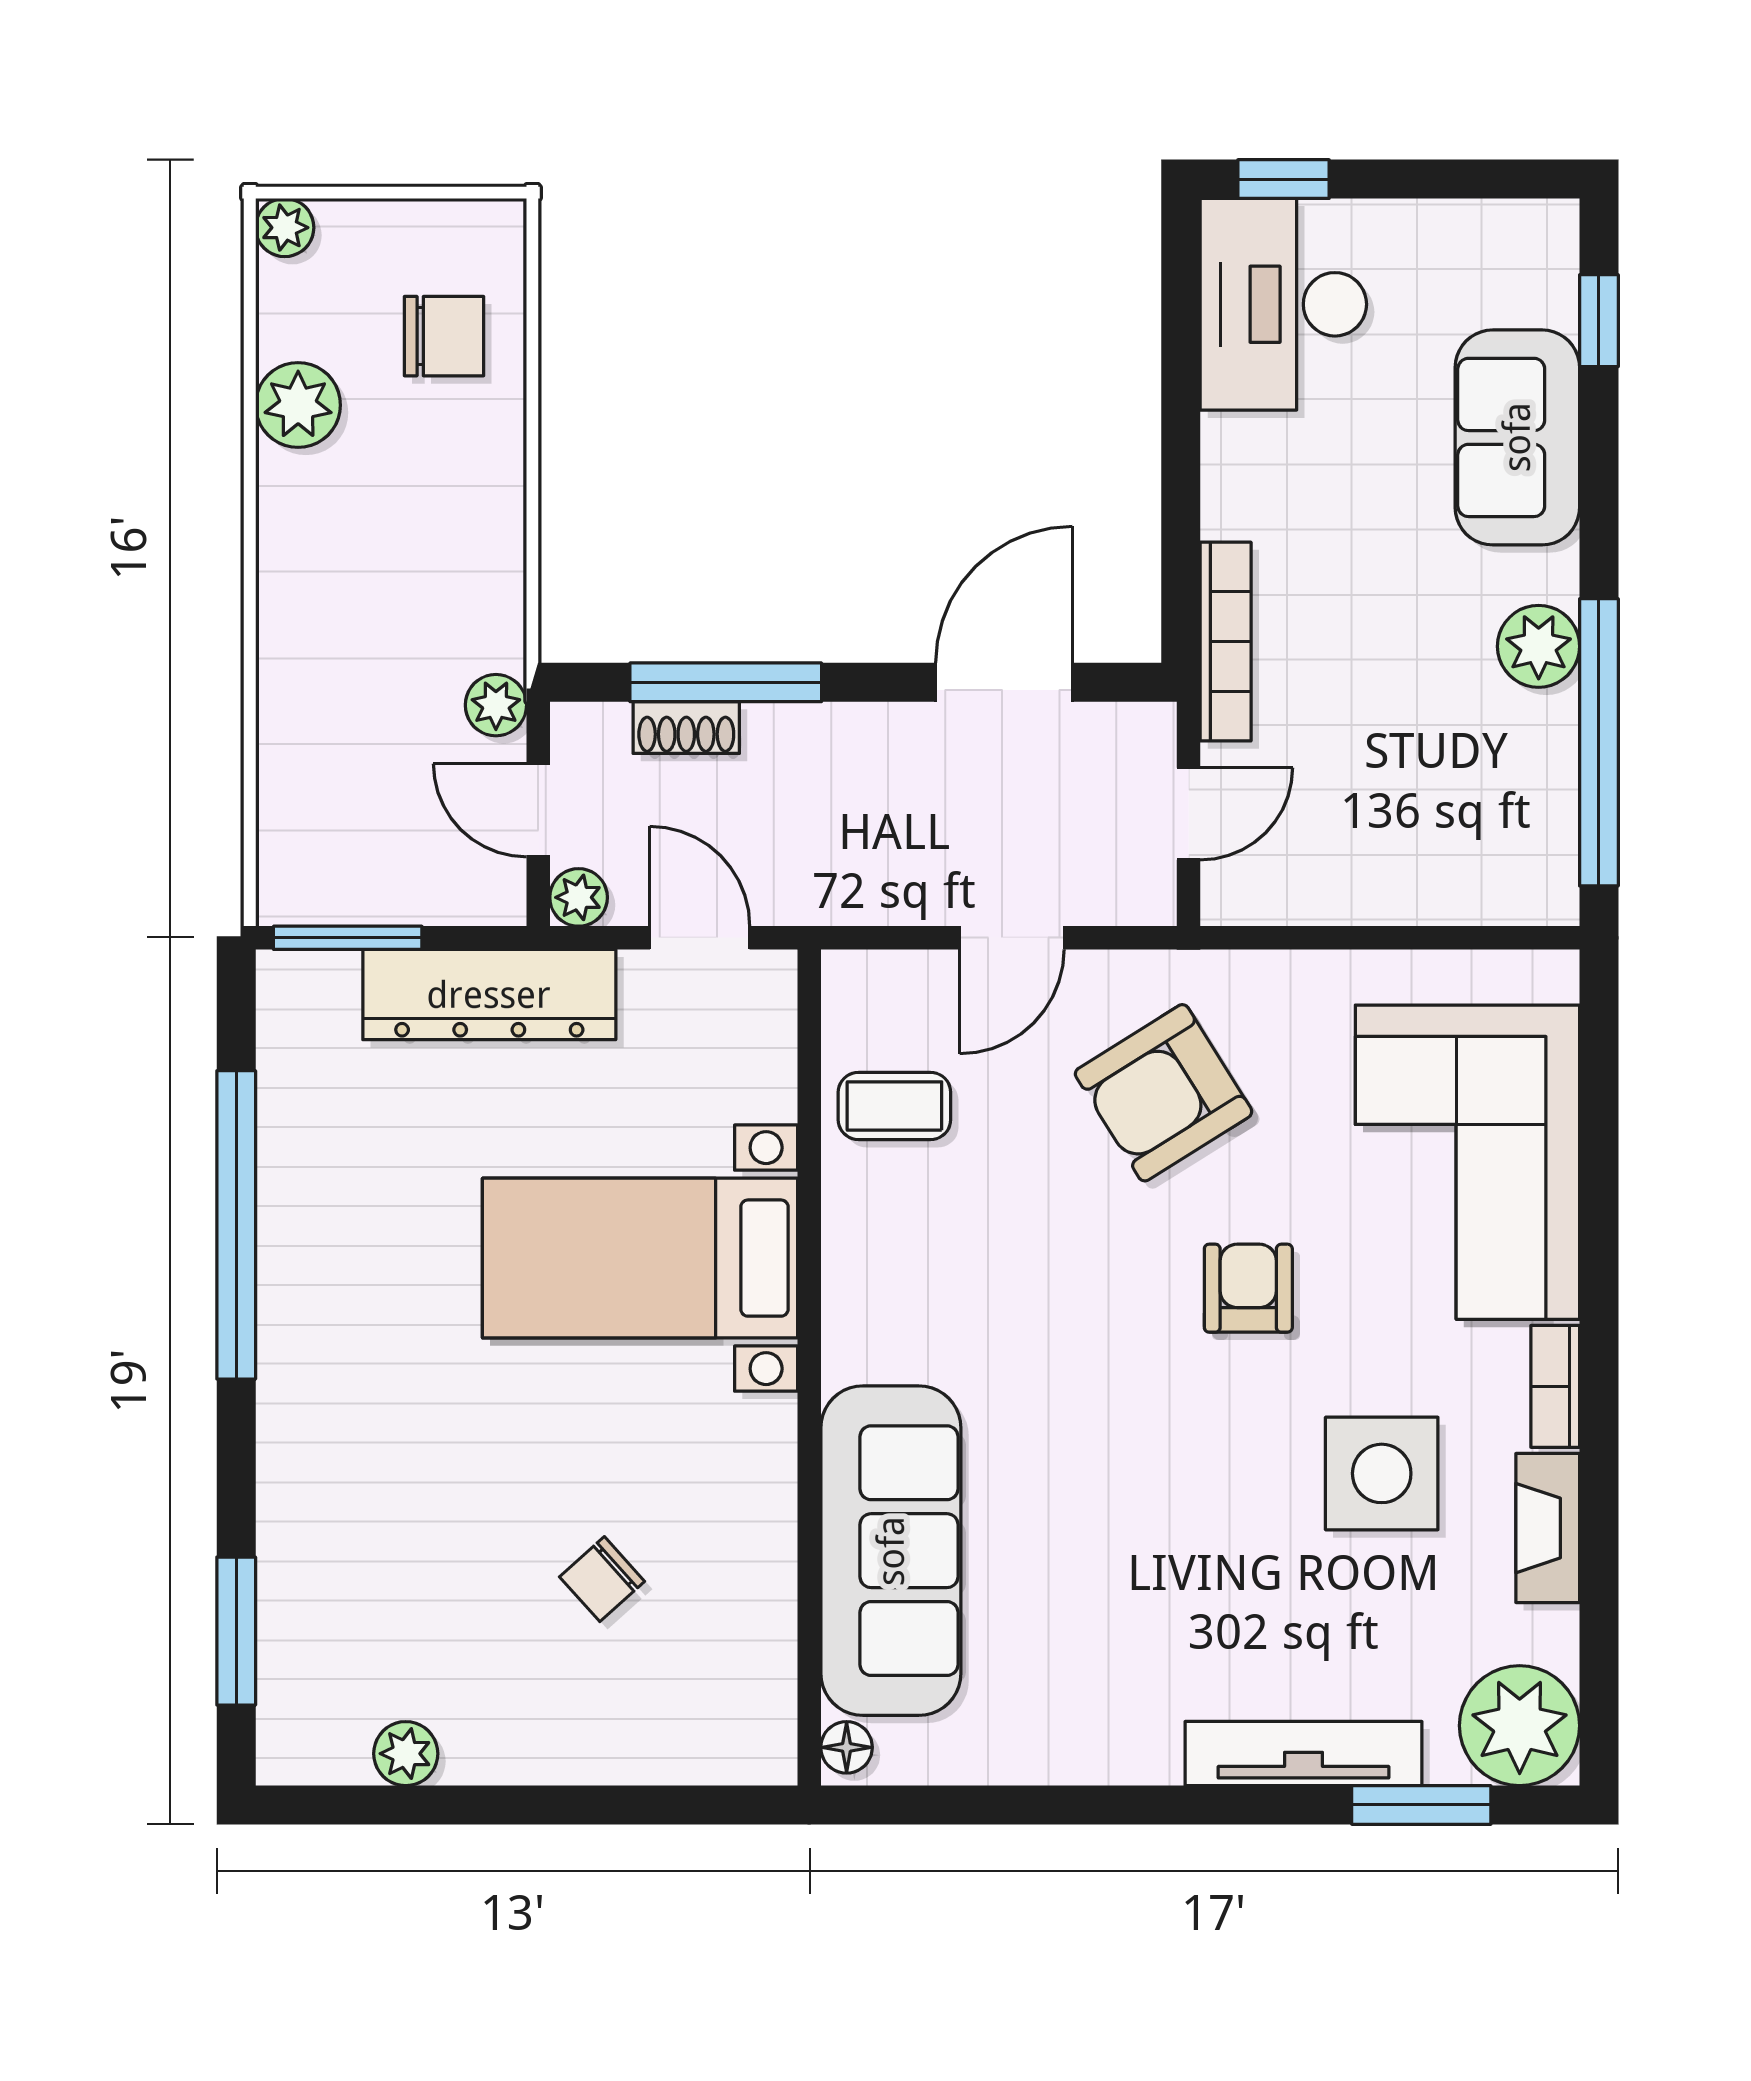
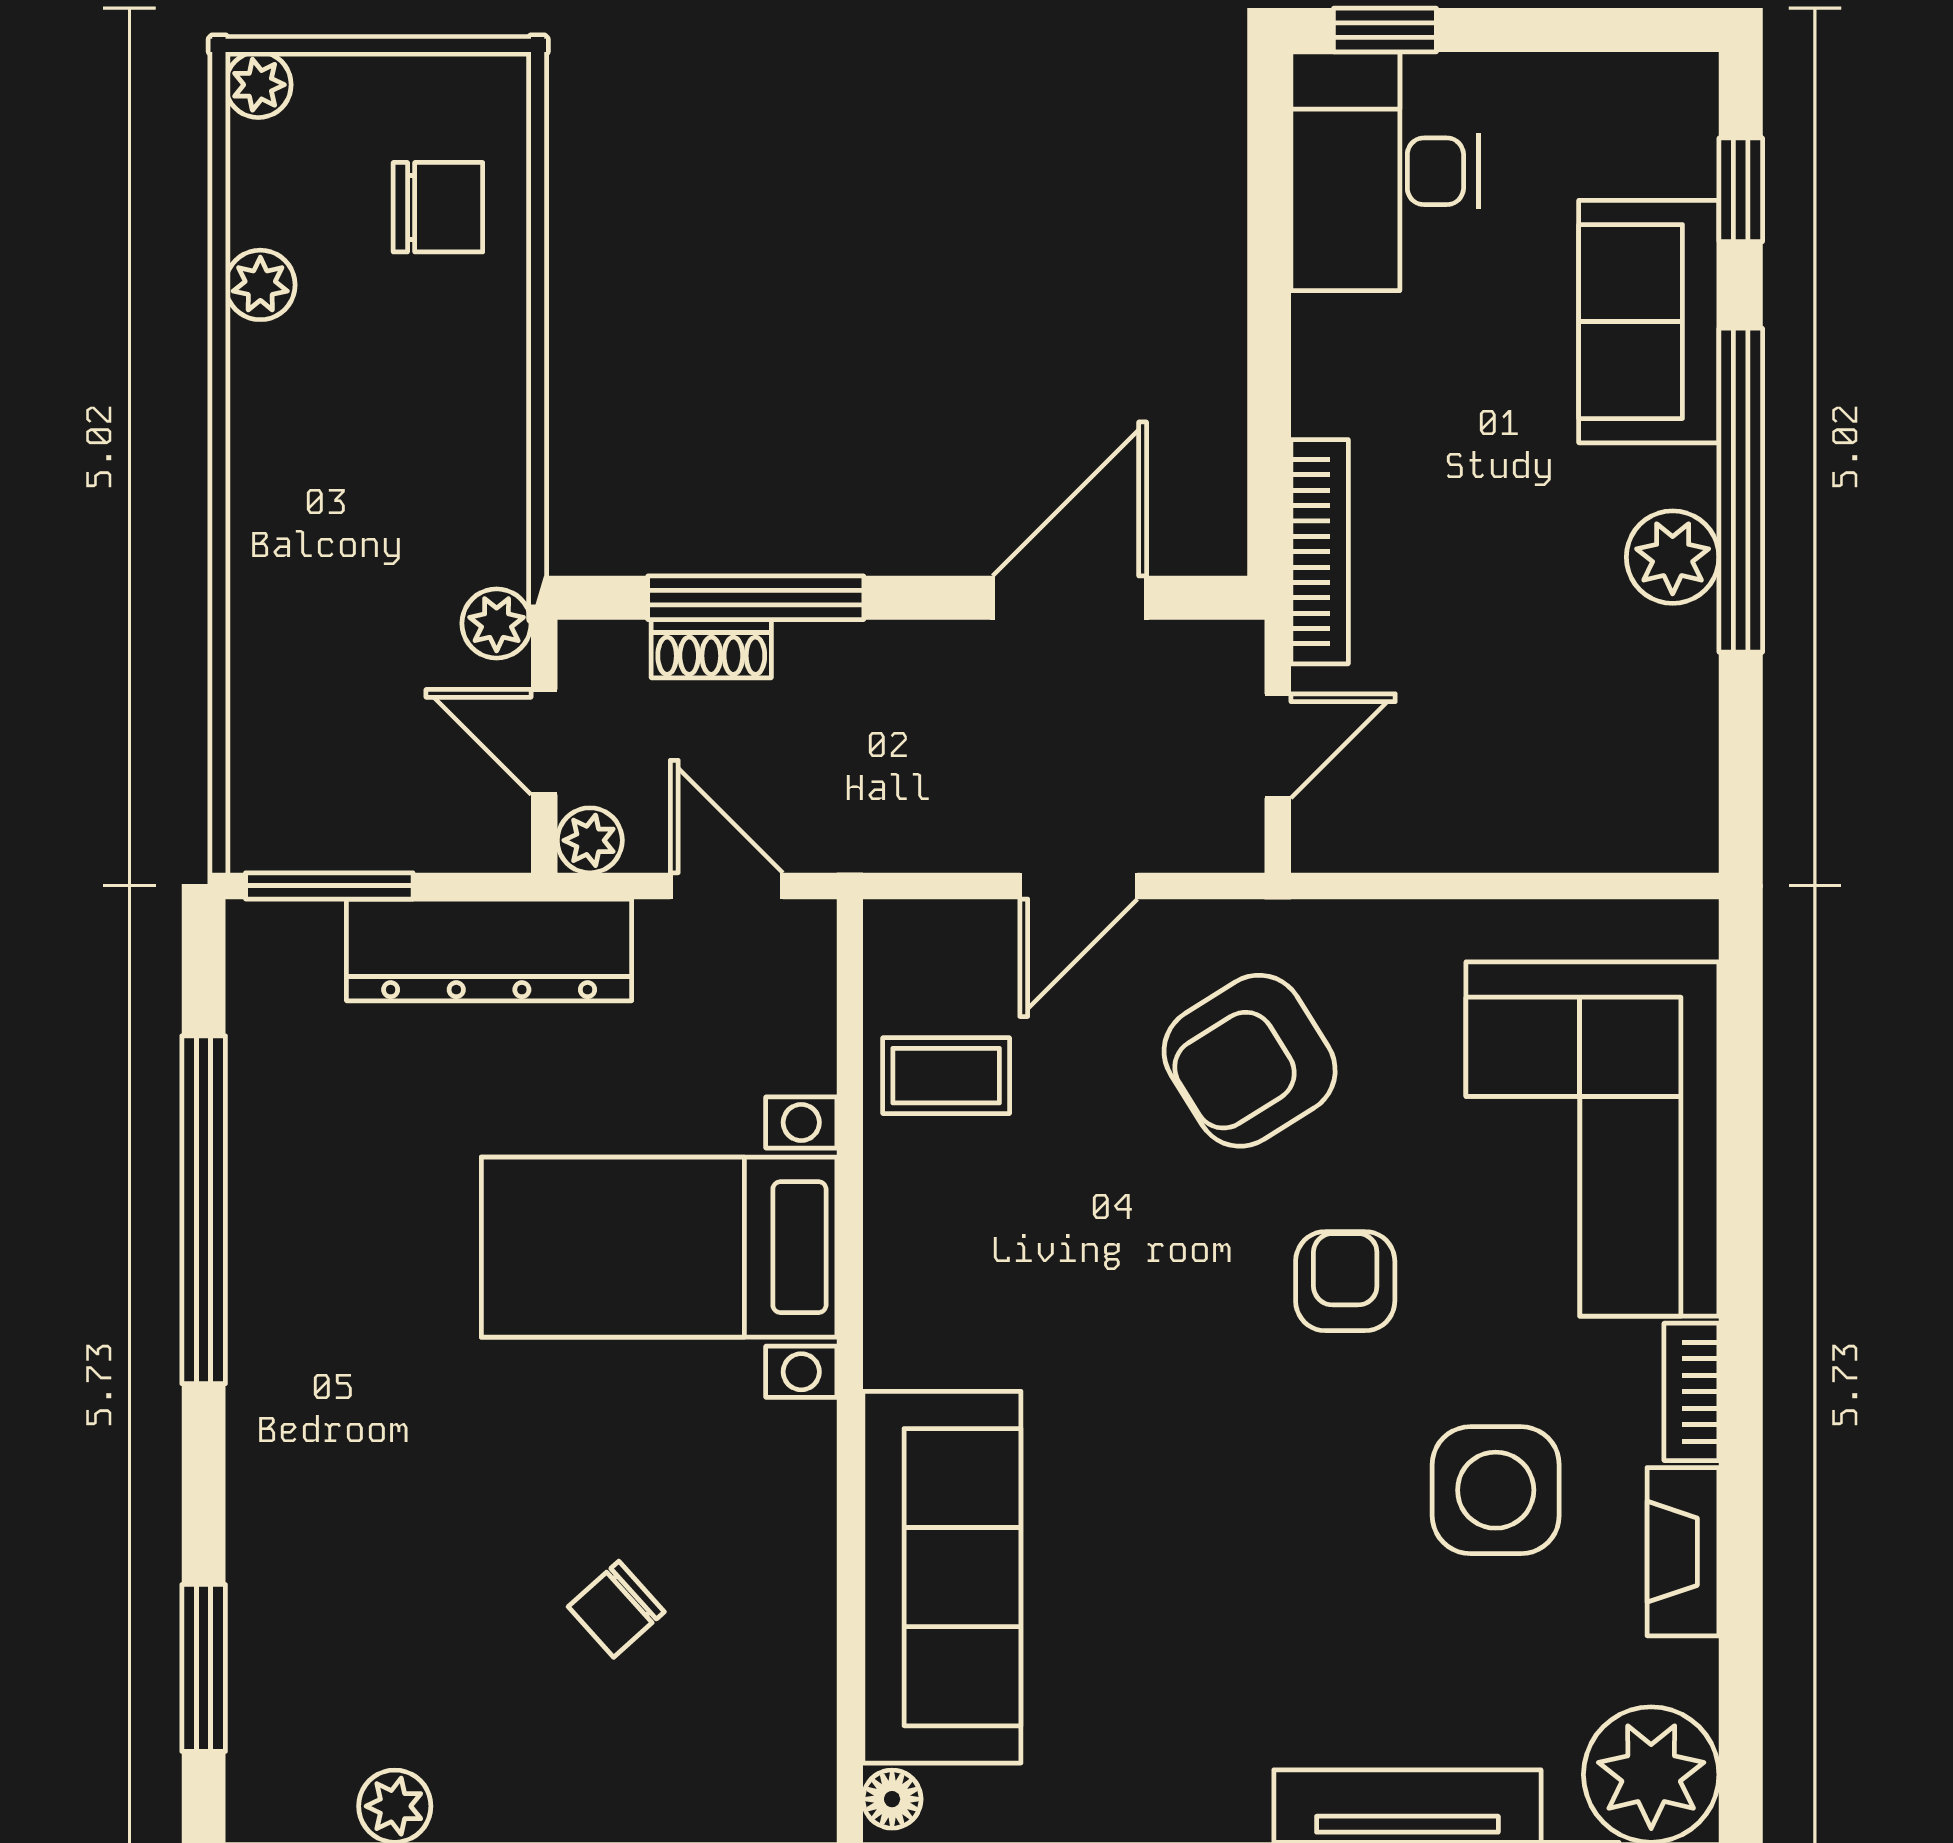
plant: (298, 405) -> (260, 285), width x0.73, depth x0.73
window: (1599, 742) -> (1741, 490), moved

